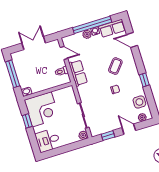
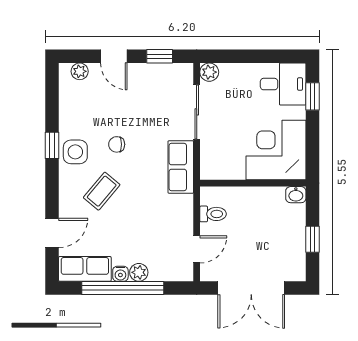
door: (132, 40) -> (52, 233), hinge flipped
double door: (34, 43) -> (251, 288), width x1.37
door: (64, 53) -> (197, 249), swing flipped
row of seats: (78, 73) -> (181, 167), moved
window: (13, 74) -> (313, 239), width x0.46
side table: (139, 102) -> (75, 152), moved
window: (27, 121) -> (313, 96), moved

